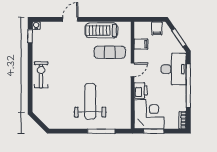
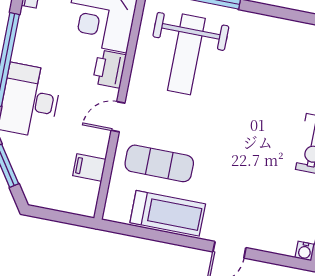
filing cabinet: (157, 28) -> (49, 195), removed
weight bench: (90, 101) -> (186, 54), moved

